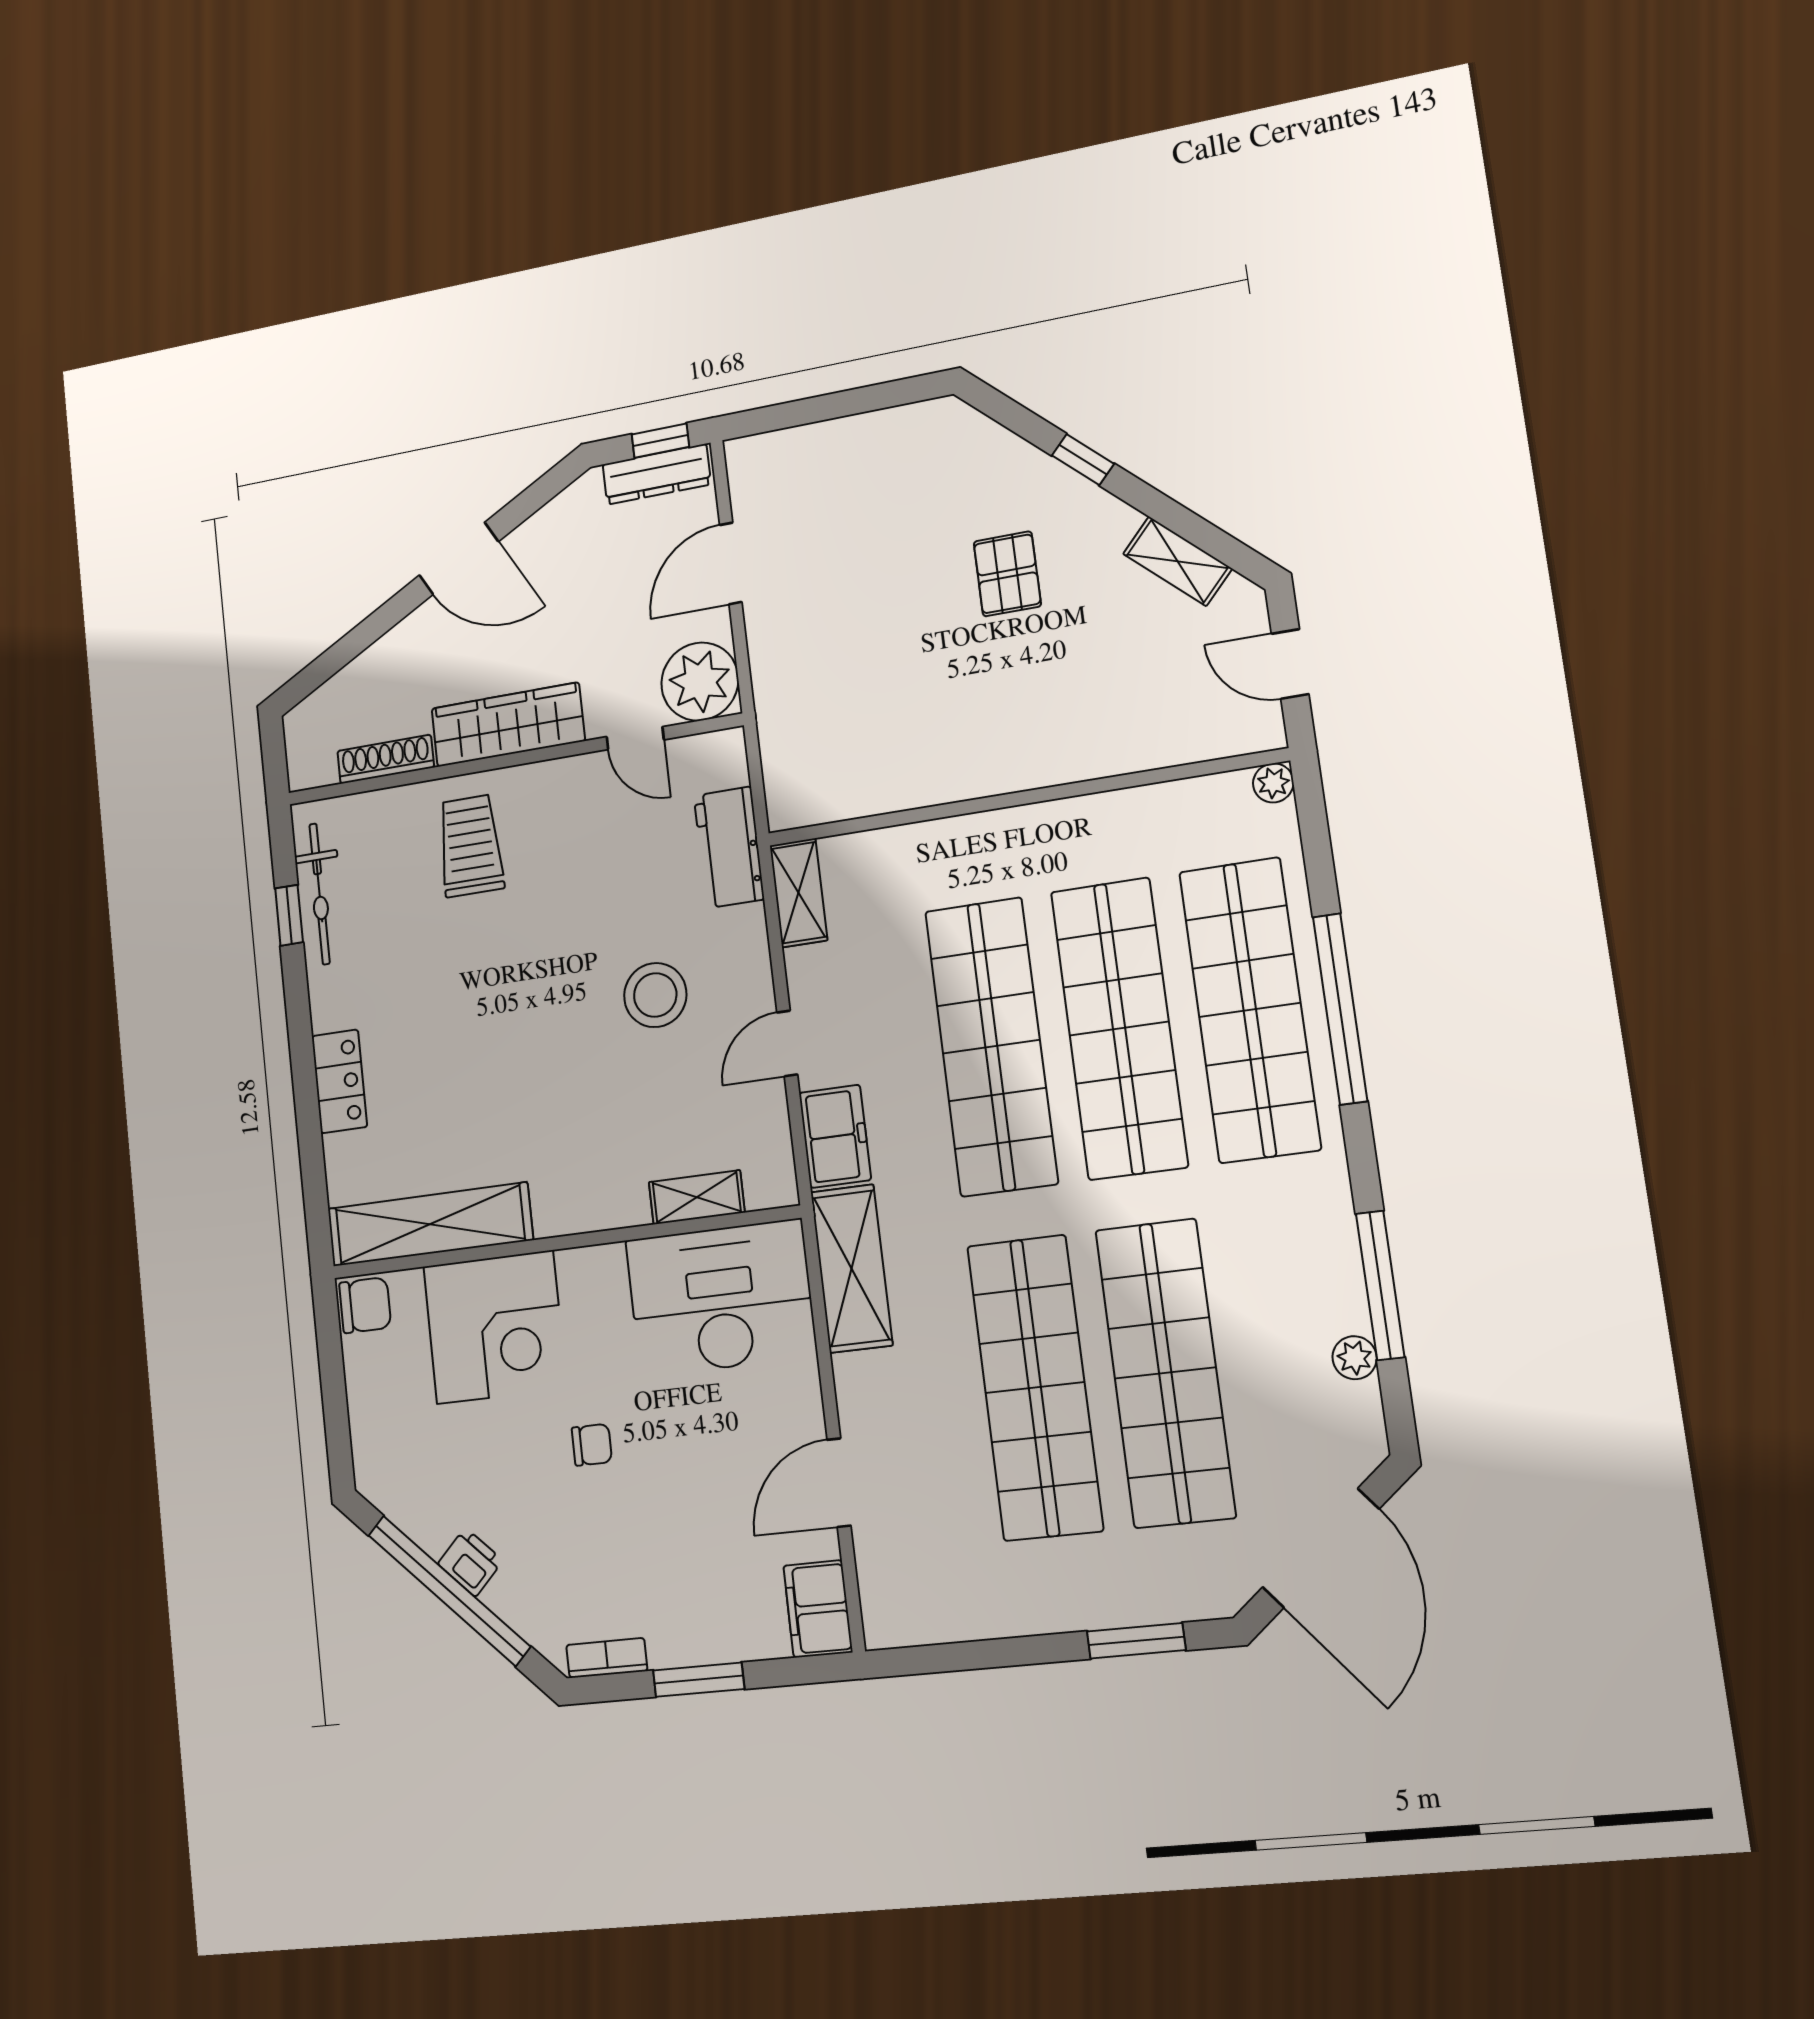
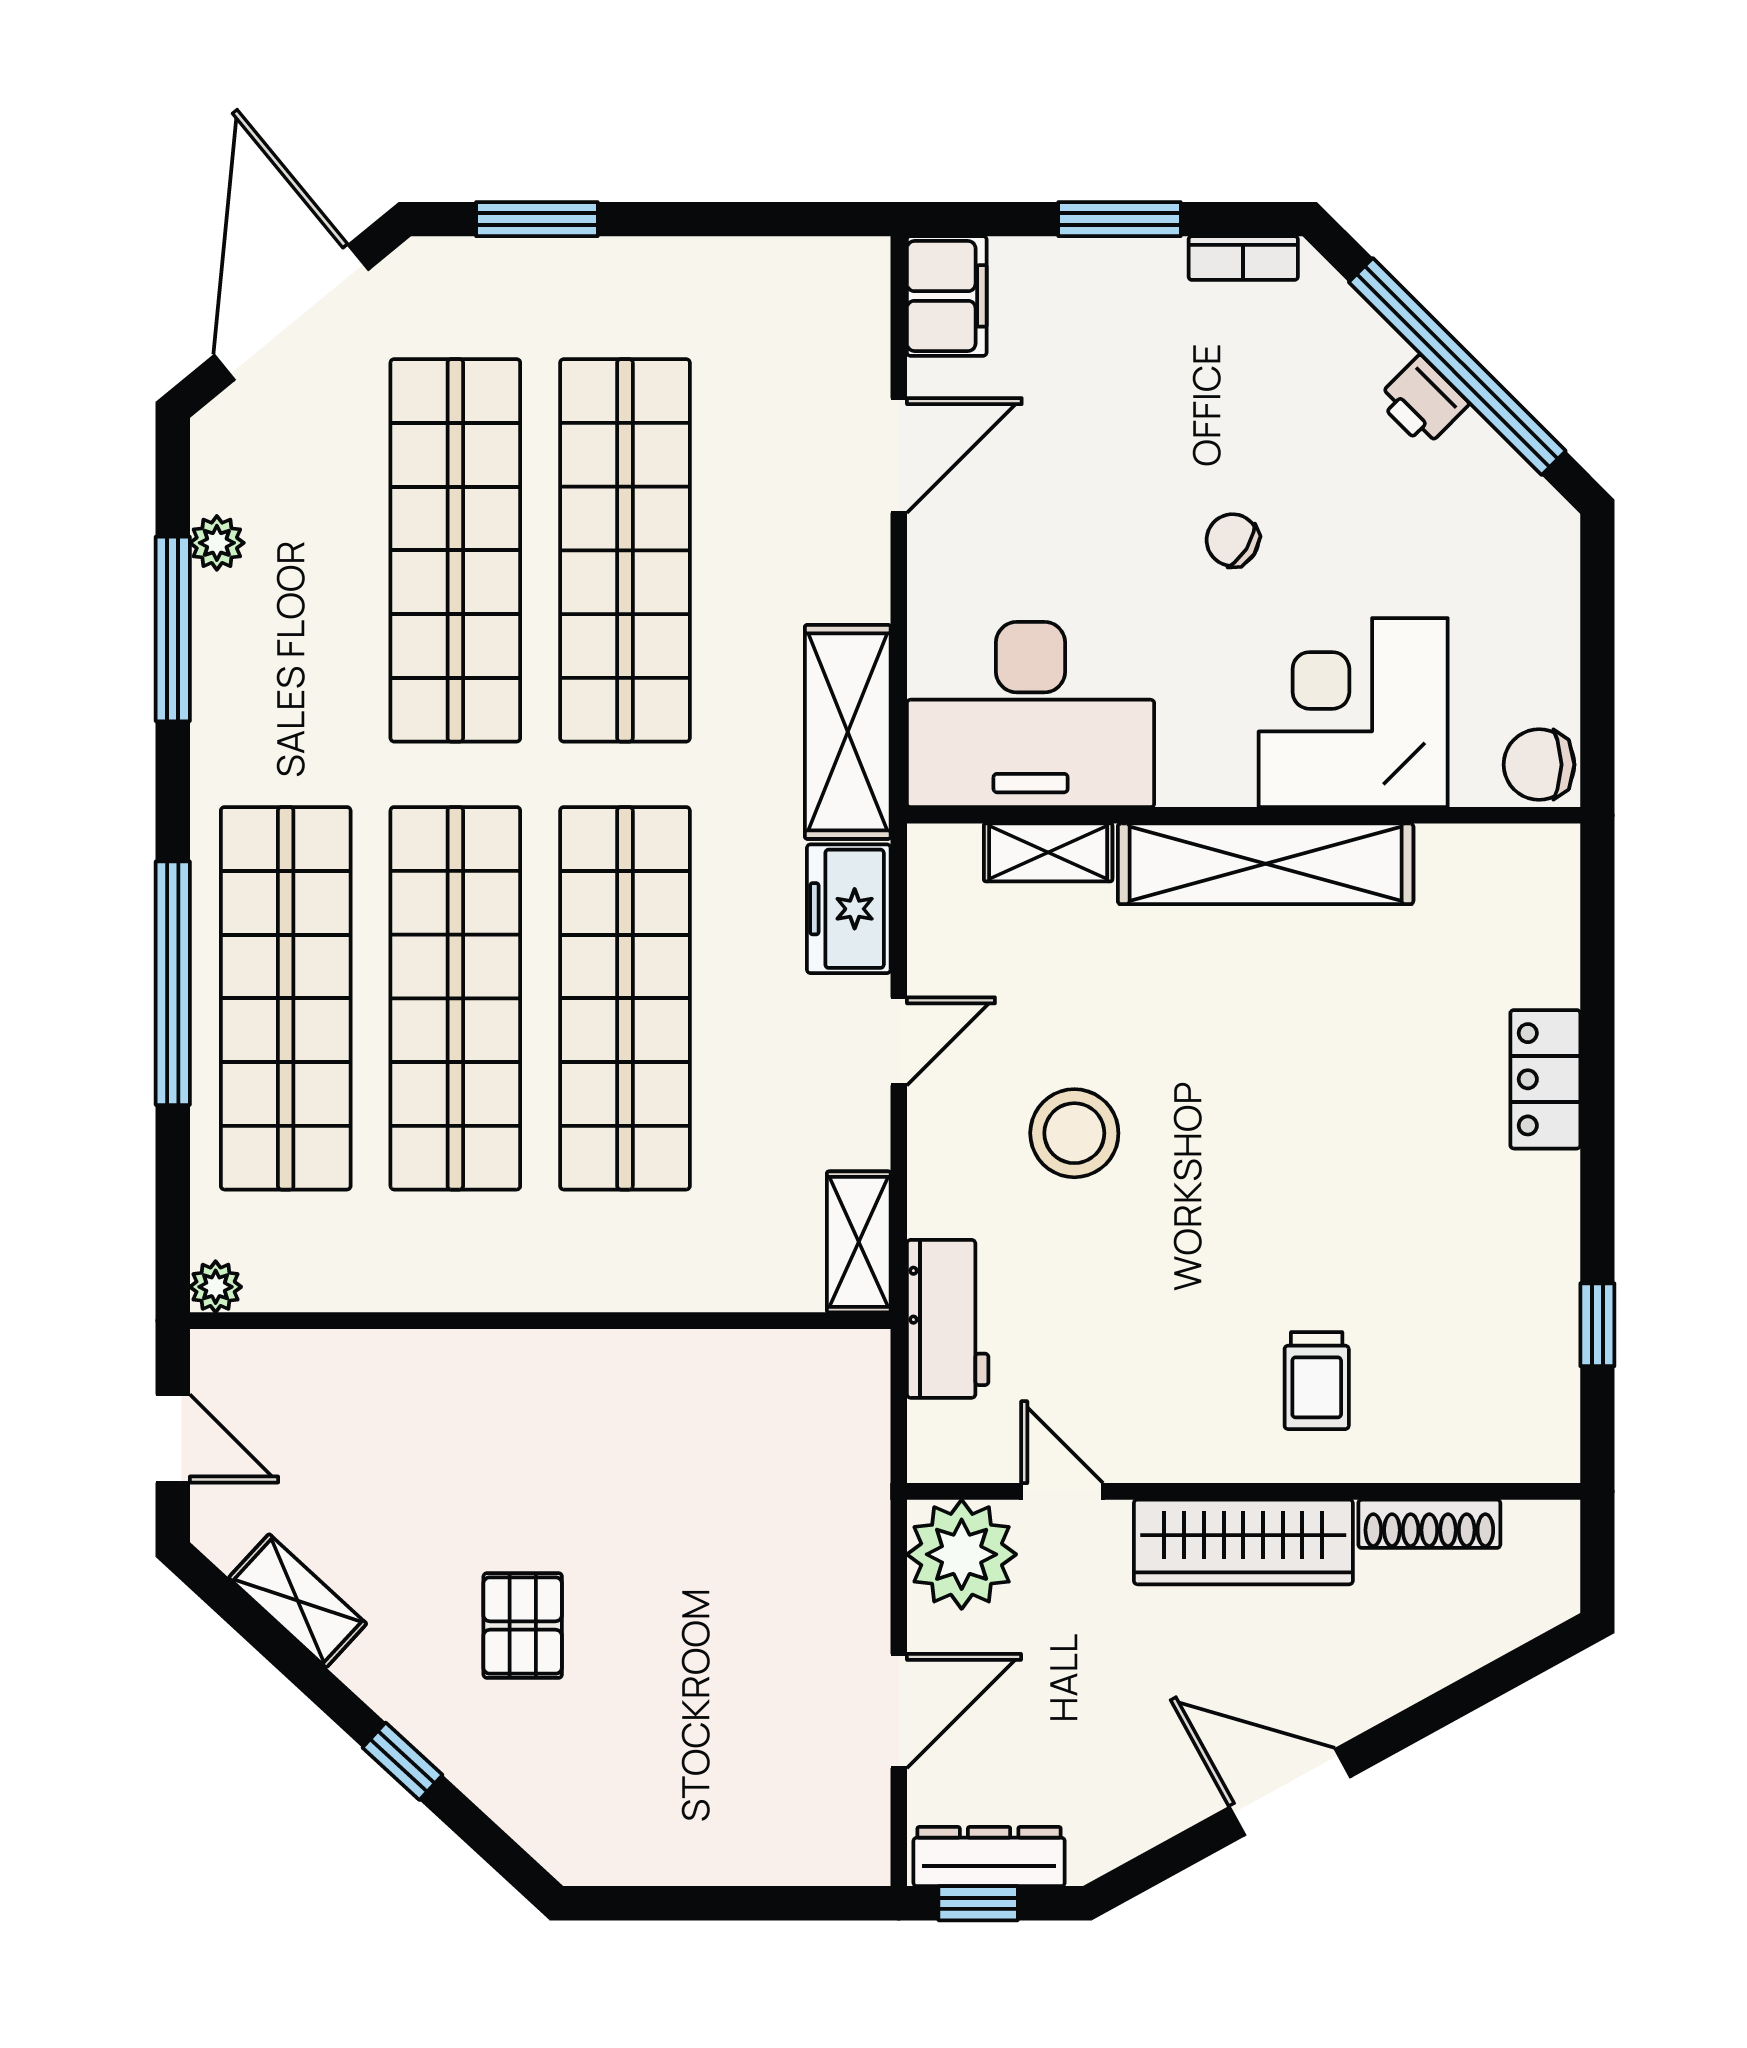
trolley: (470, 846) -> (1317, 1381), width x0.73, depth x0.72
bicycle: (320, 894) -> (1548, 1348), removed
shelving: (430, 1224) -> (1266, 864), moved
chair: (592, 1445) -> (1233, 540), turned 32

